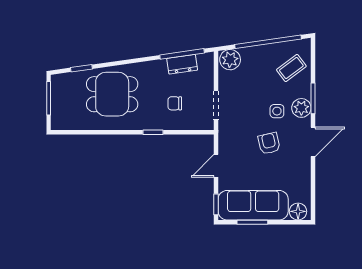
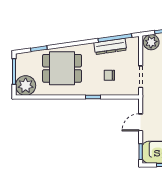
dresser: (182, 64) -> (110, 46), width x1.44
plant: (64, 117) -> (26, 86), added

